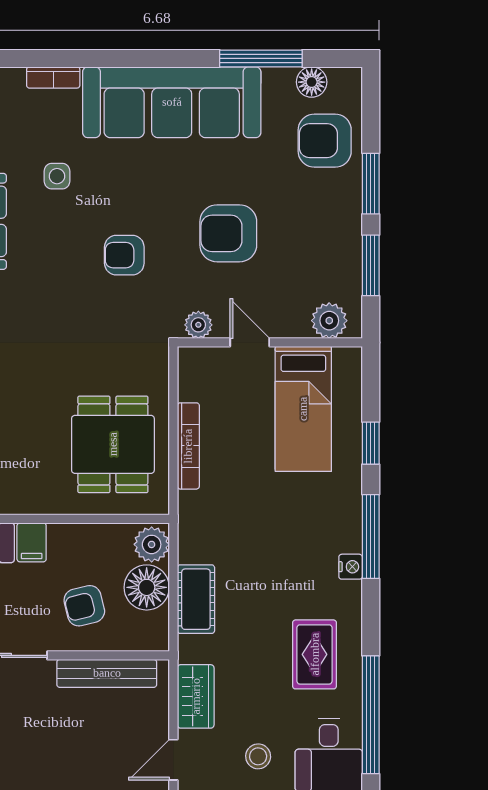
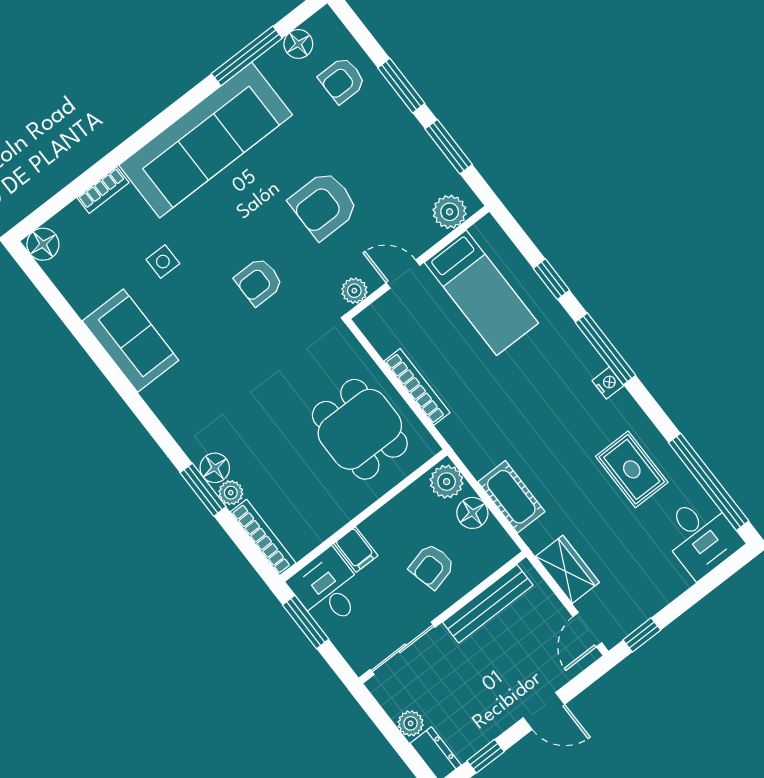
armchair: (325, 141) -> (342, 80), width x0.72, depth x0.72
floor lamp: (147, 587) -> (472, 513), width x0.73, depth x0.73
stool: (258, 756) -> (649, 578), removed

